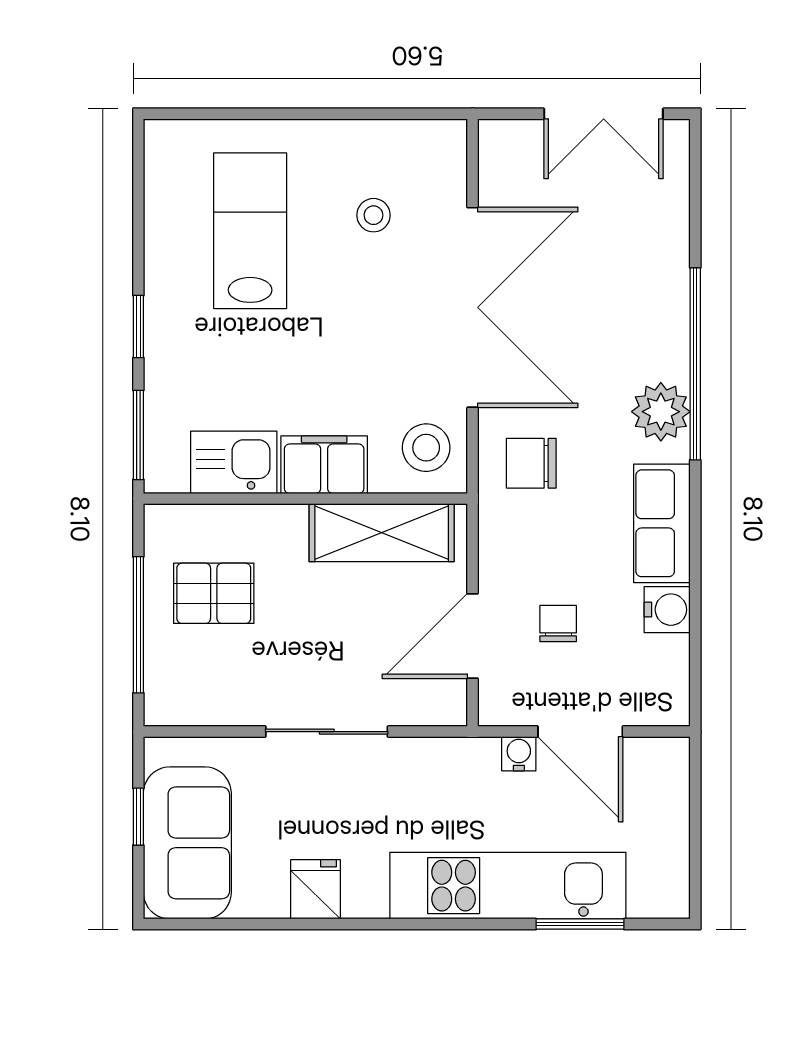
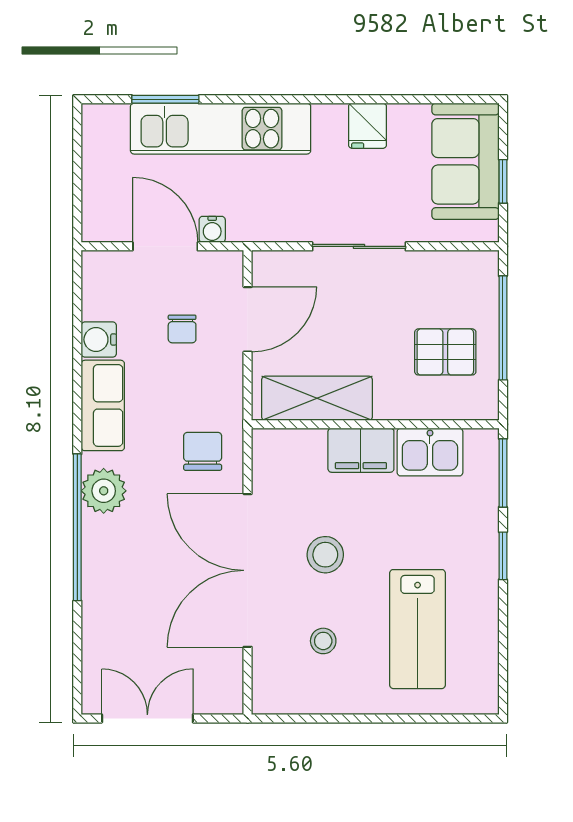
stool: (426, 448) -> (325, 555), moved
chair: (531, 463) -> (203, 451), turned -90

